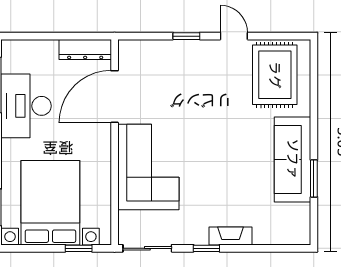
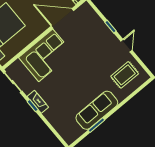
rug: (275, 75) -> (125, 75), width x0.73, depth x0.70
fireplace: (230, 236) -> (38, 102), moved

